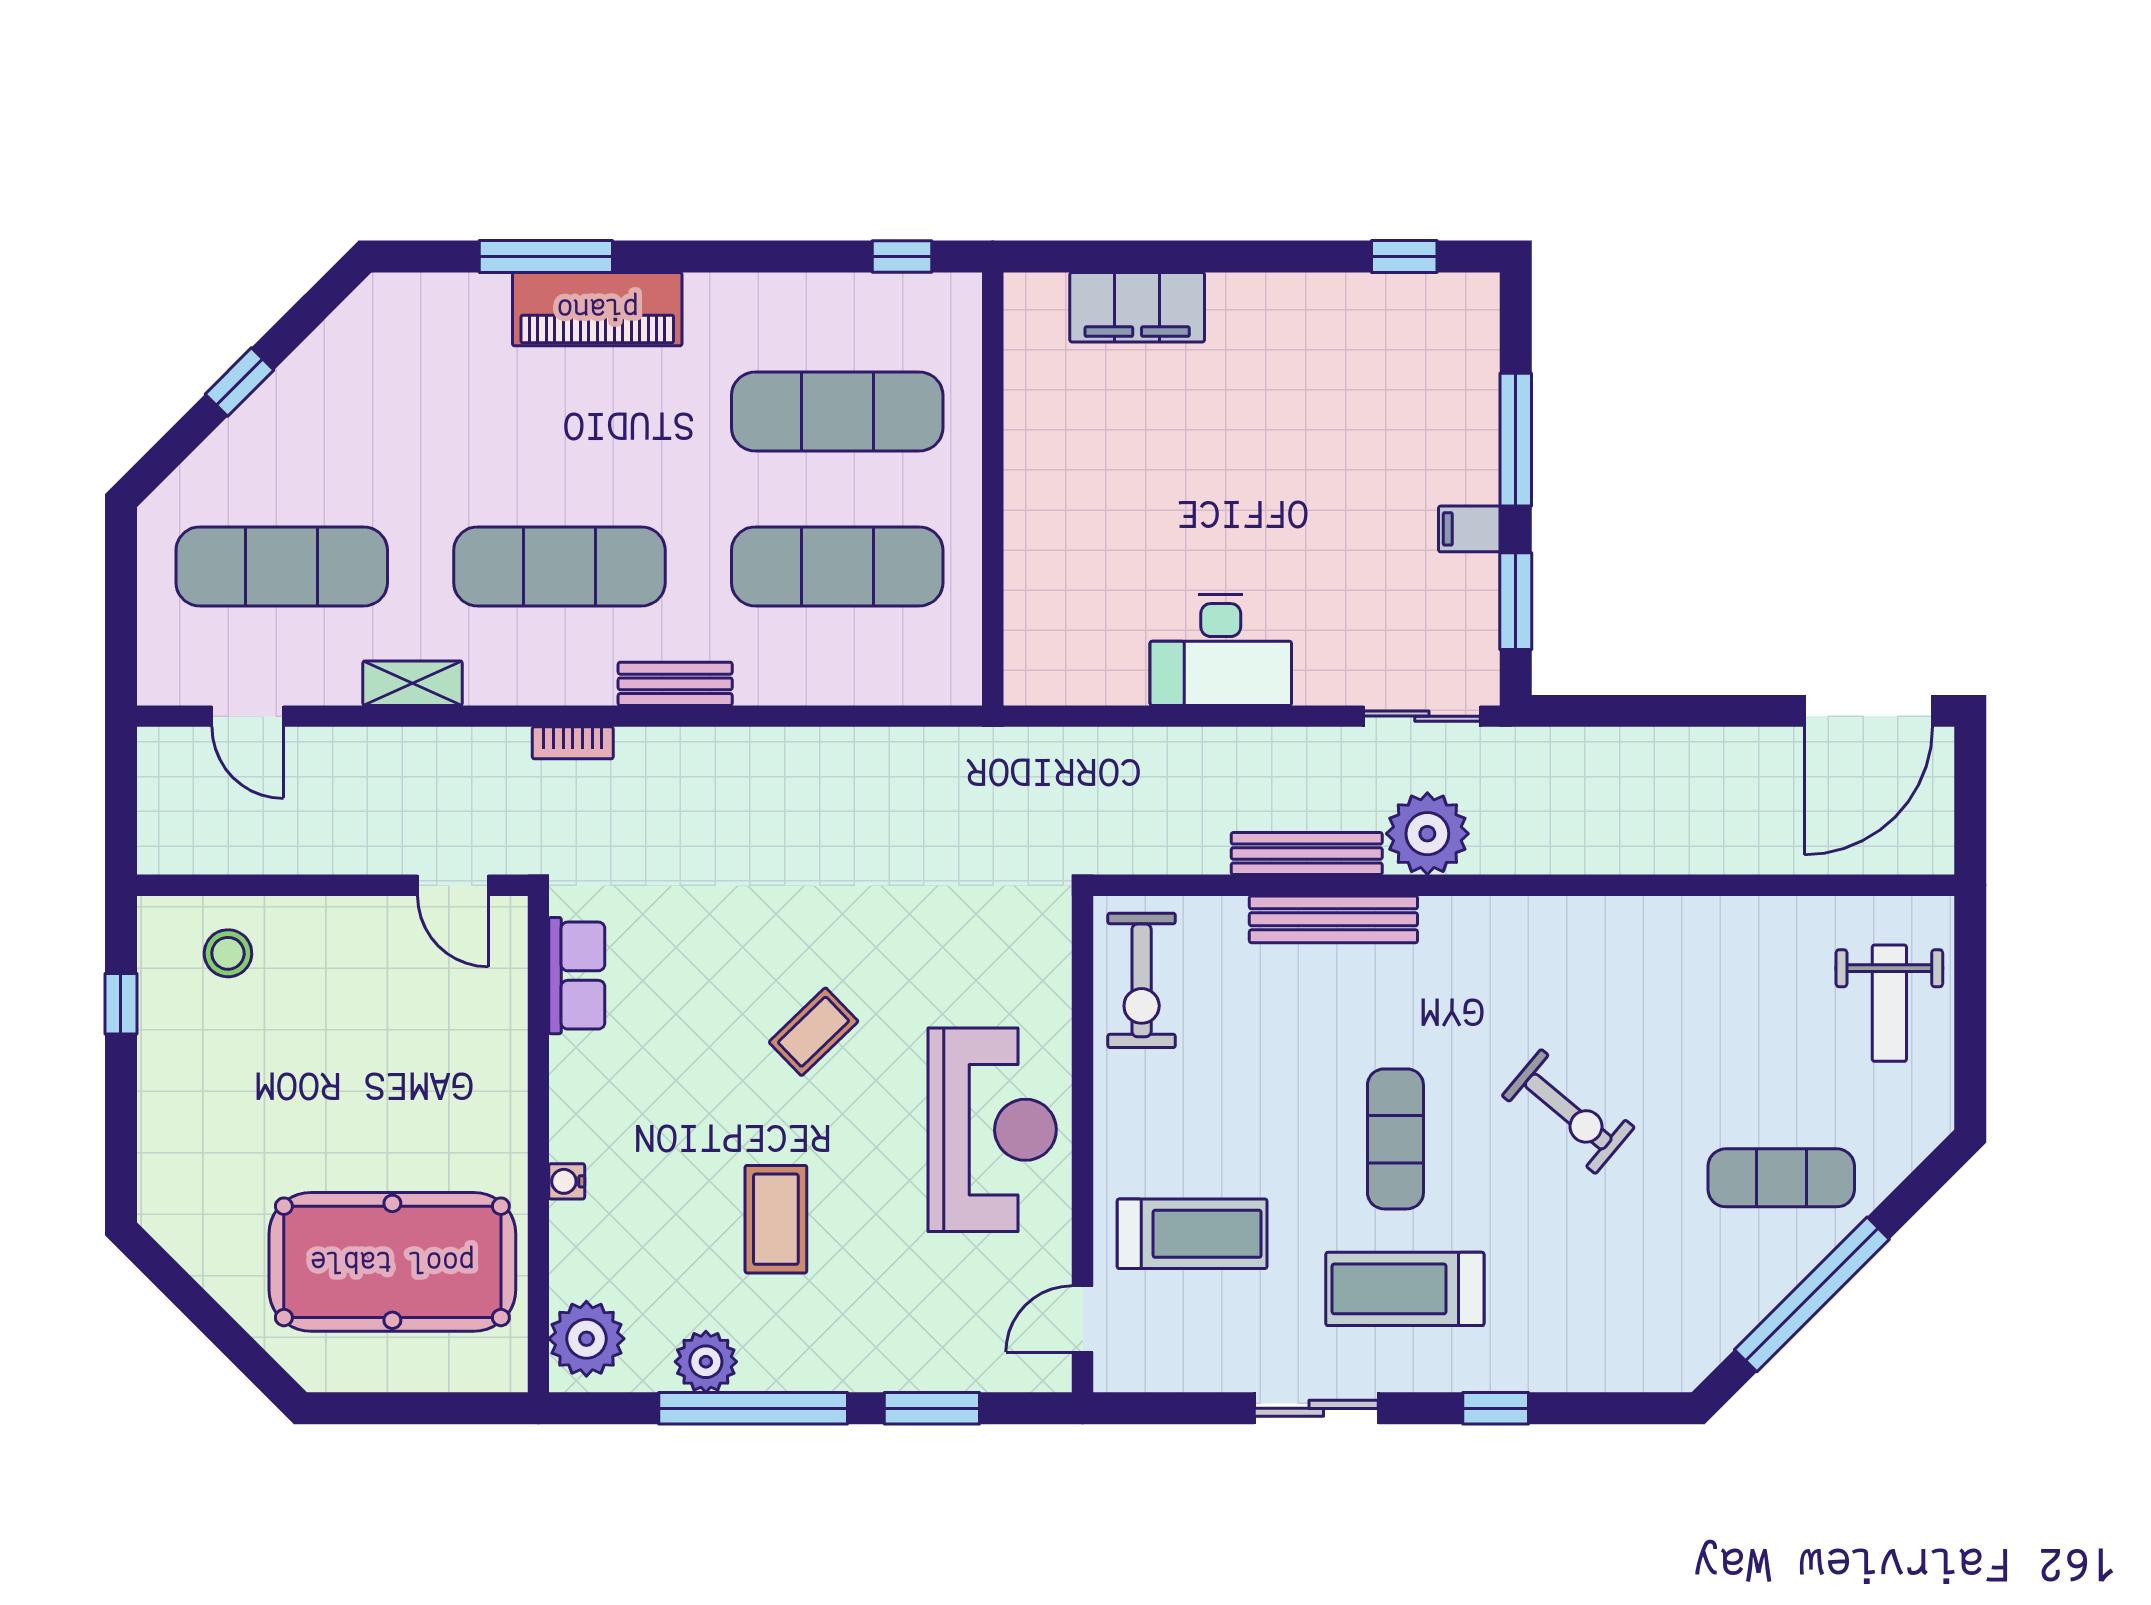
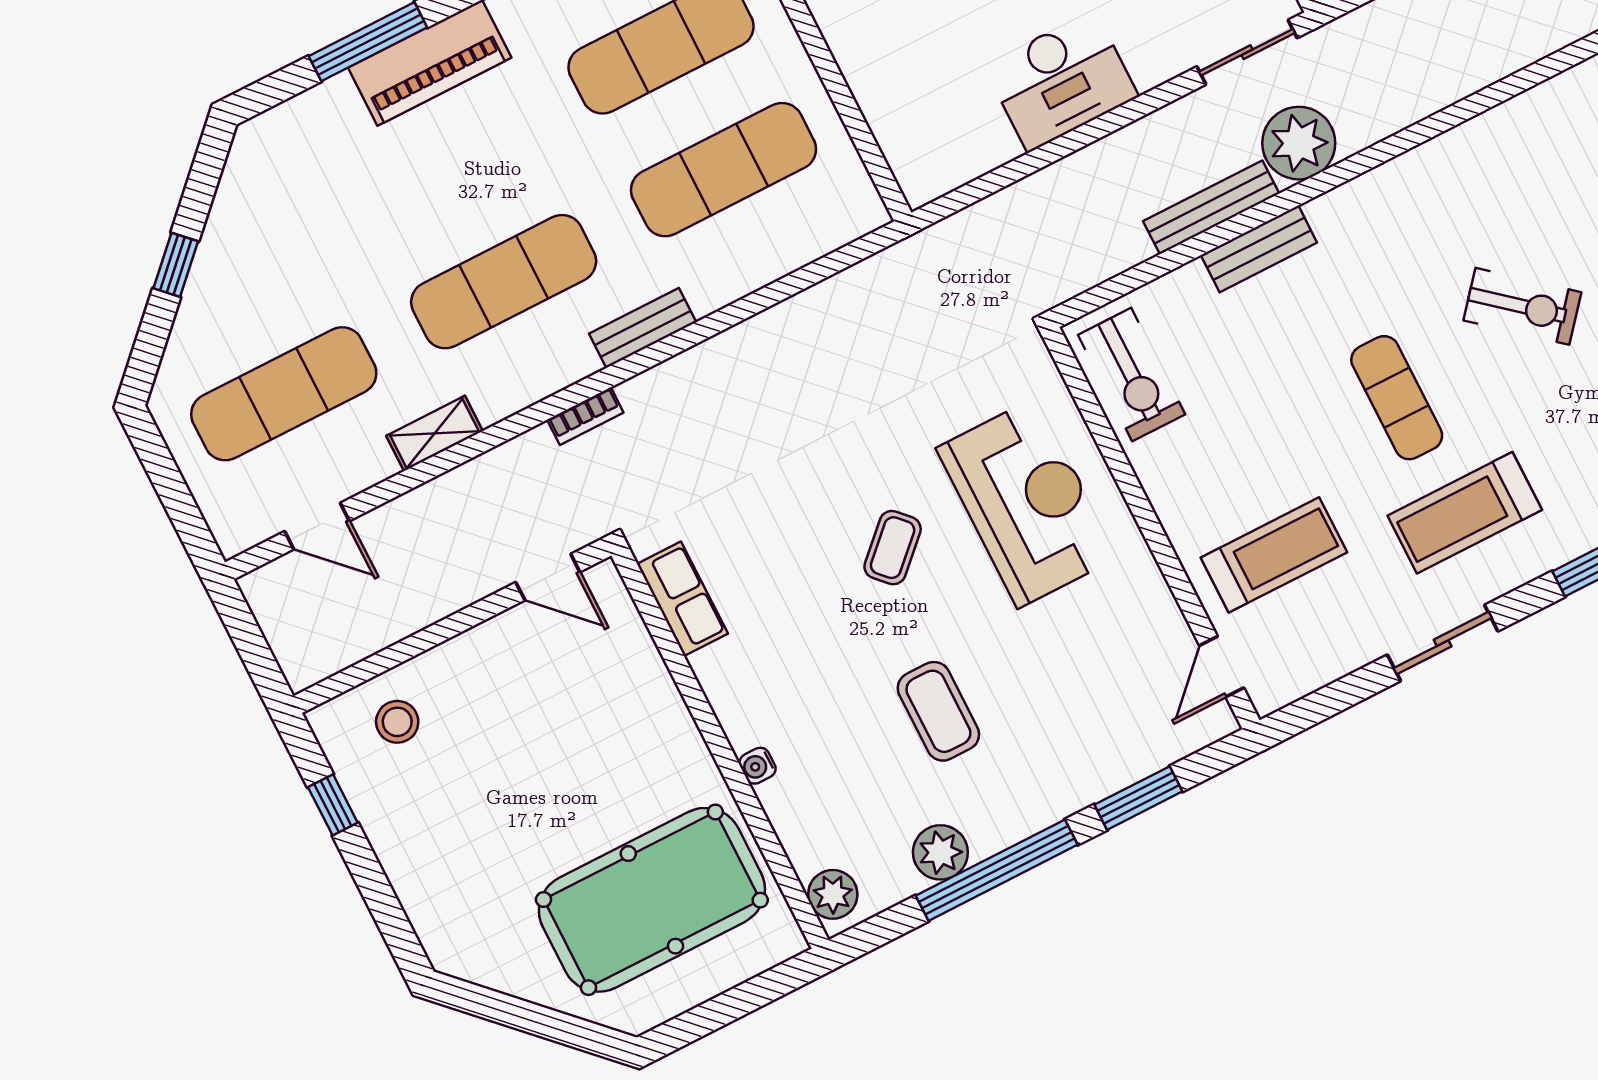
bench: (1333, 919) -> (1259, 249), width x0.73
reception desk: (992, 1130) -> (1027, 503), moved
plant: (586, 1339) -> (833, 894), width x0.73, depth x0.73

